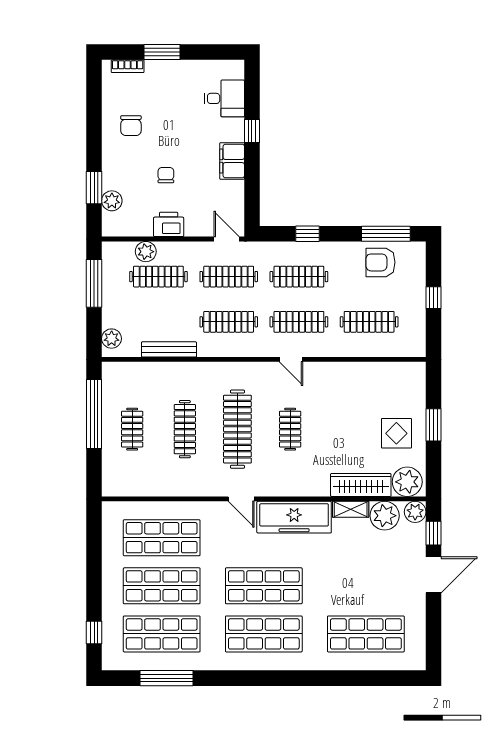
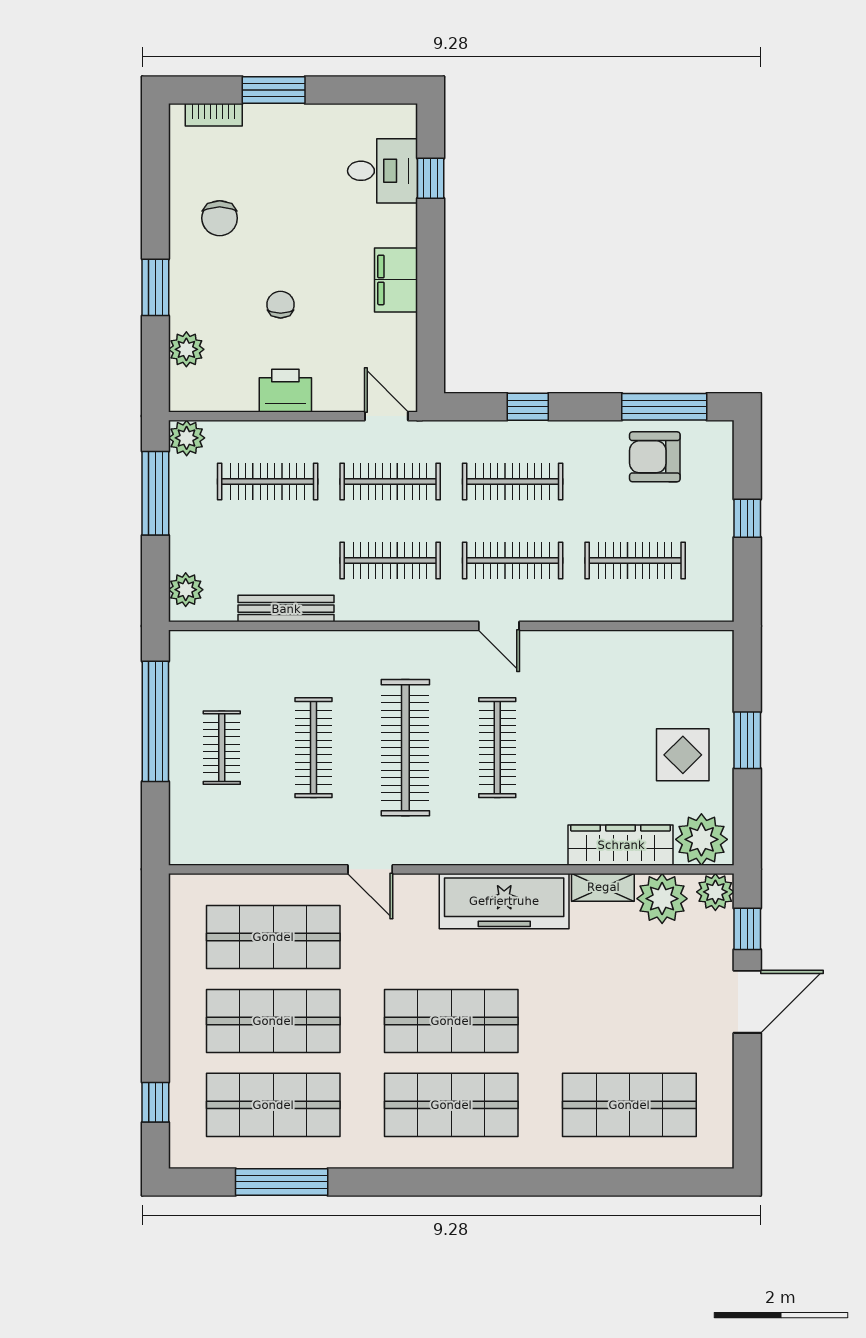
window: (252, 131) -> (431, 178), moved
window: (94, 188) -> (155, 287), moved
plant: (146, 252) -> (187, 438), moved
clothes rail: (290, 429) -> (497, 748), width x1.36
door: (241, 499) -> (370, 869), moved

